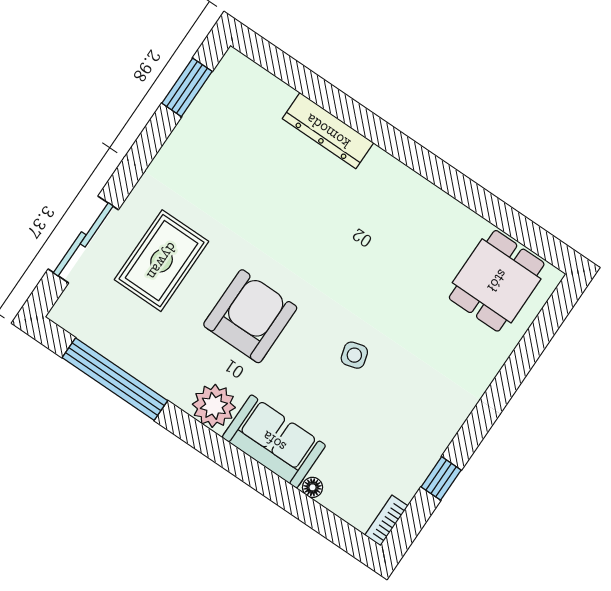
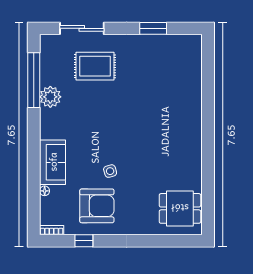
window: (187, 87) -> (153, 28), moved
dresser: (328, 131) -> (194, 98), removed
armchair: (250, 316) -> (97, 206), moved
plant: (214, 406) -> (50, 97), moved

